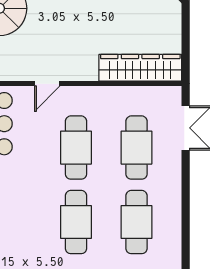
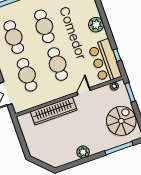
wardrobe: (140, 68) -> (54, 111), moved

